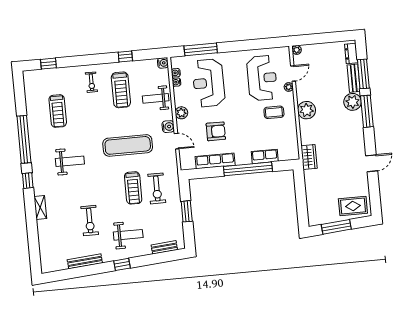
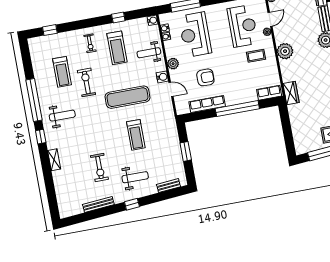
row of seats: (265, 156) -> (269, 93), moved
weight bench: (70, 161) -> (62, 116), moved
exercise bike: (157, 188) -> (86, 82), moved, turned 180

